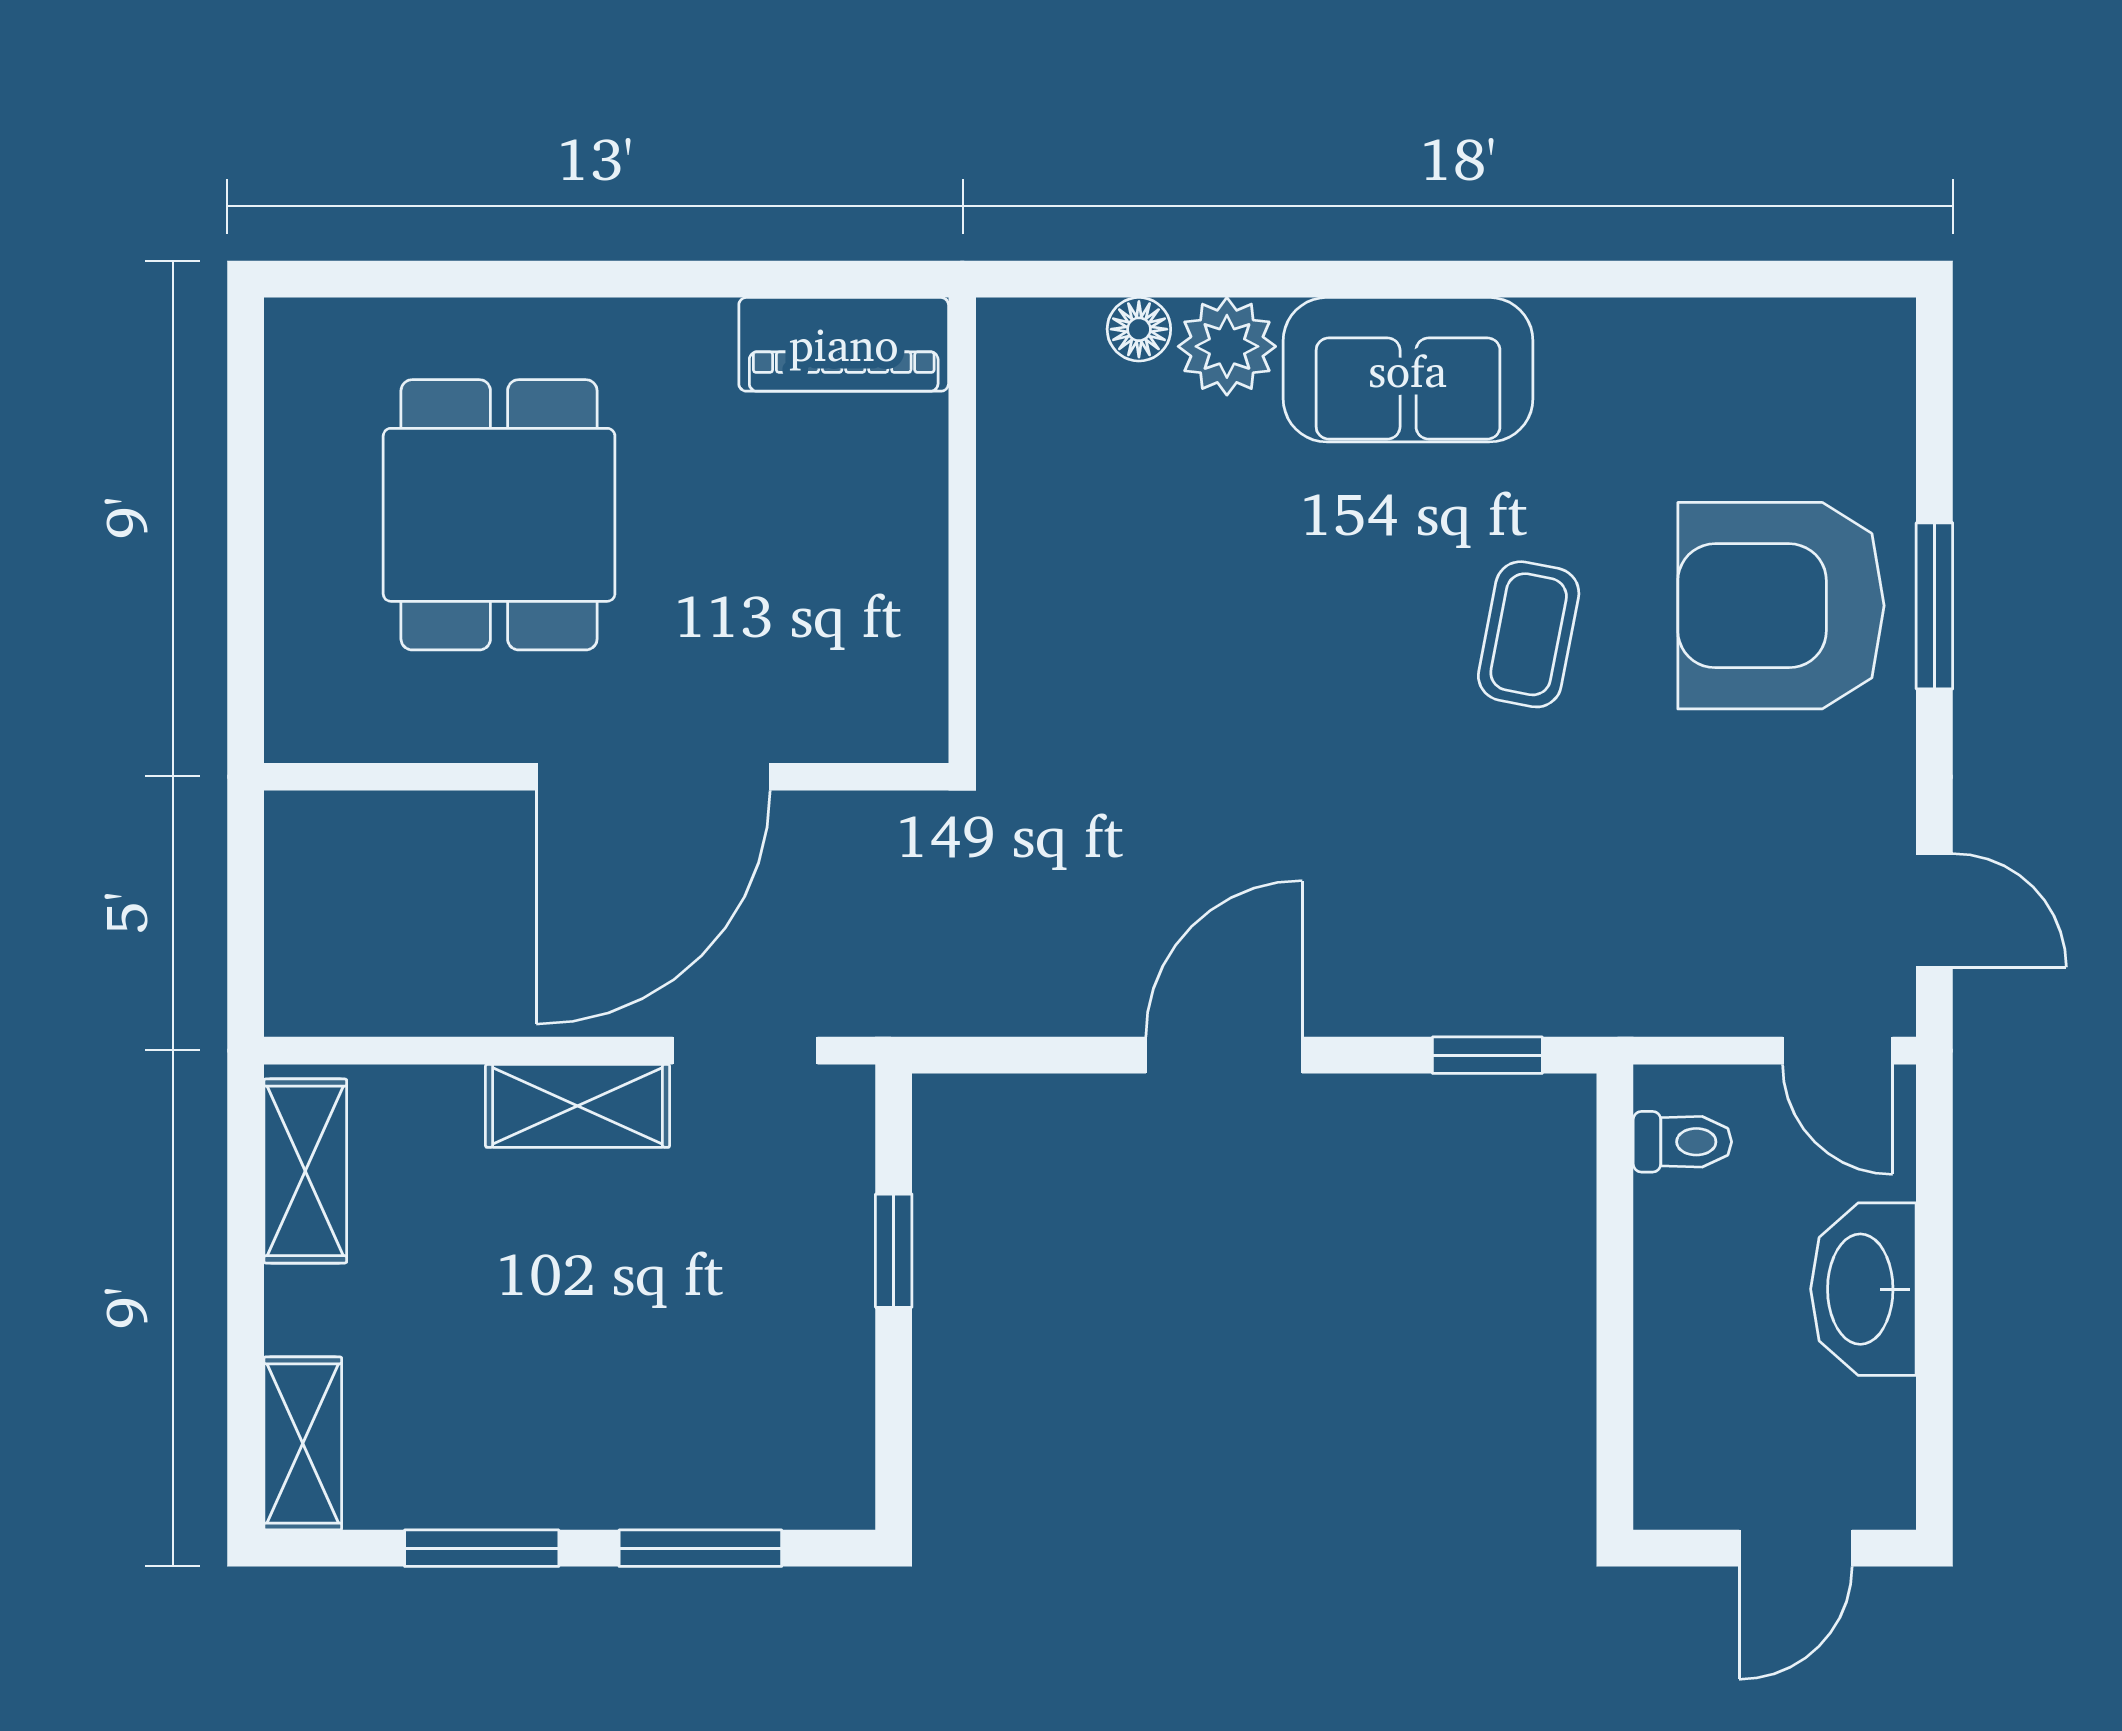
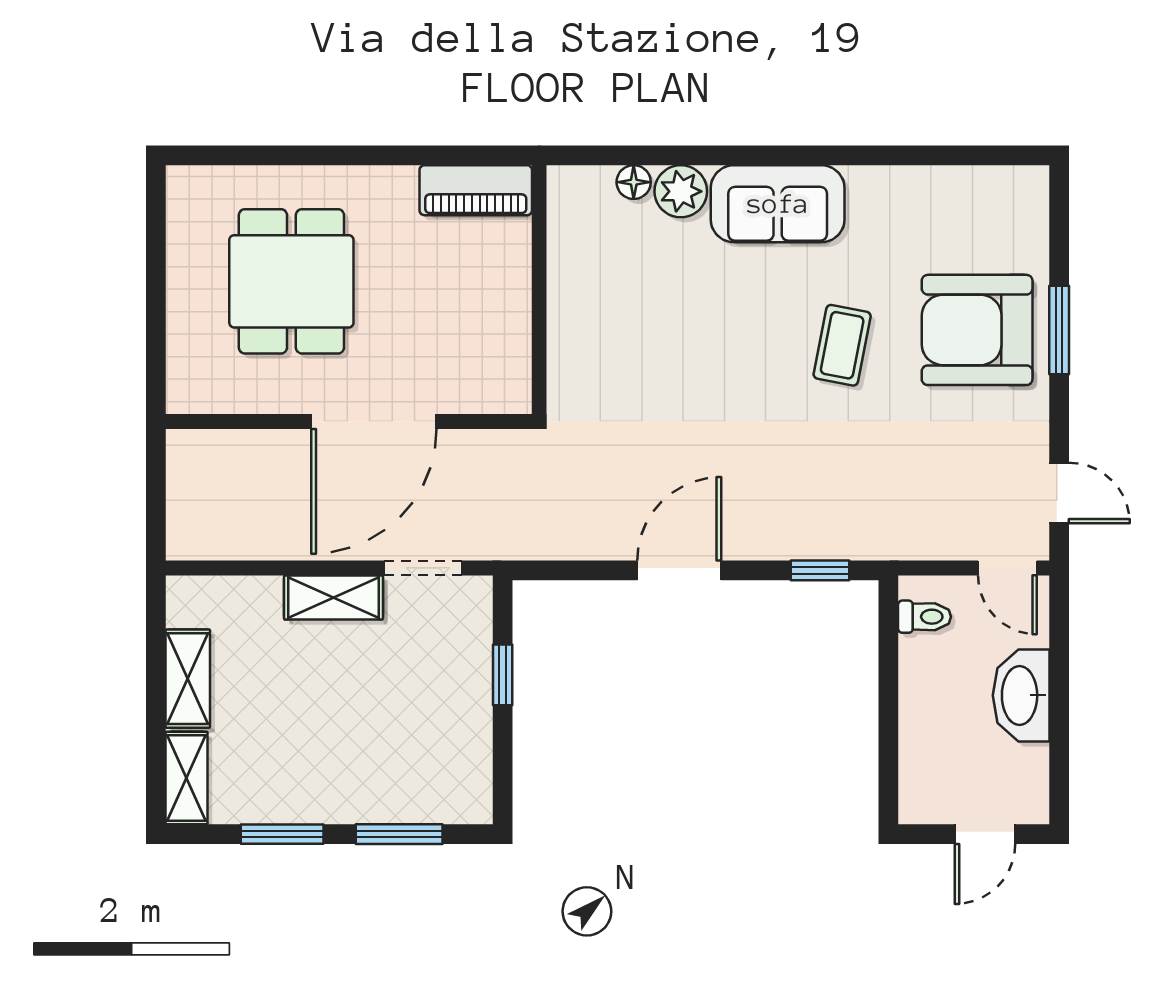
shelving: (305, 1171) -> (188, 679), moved

